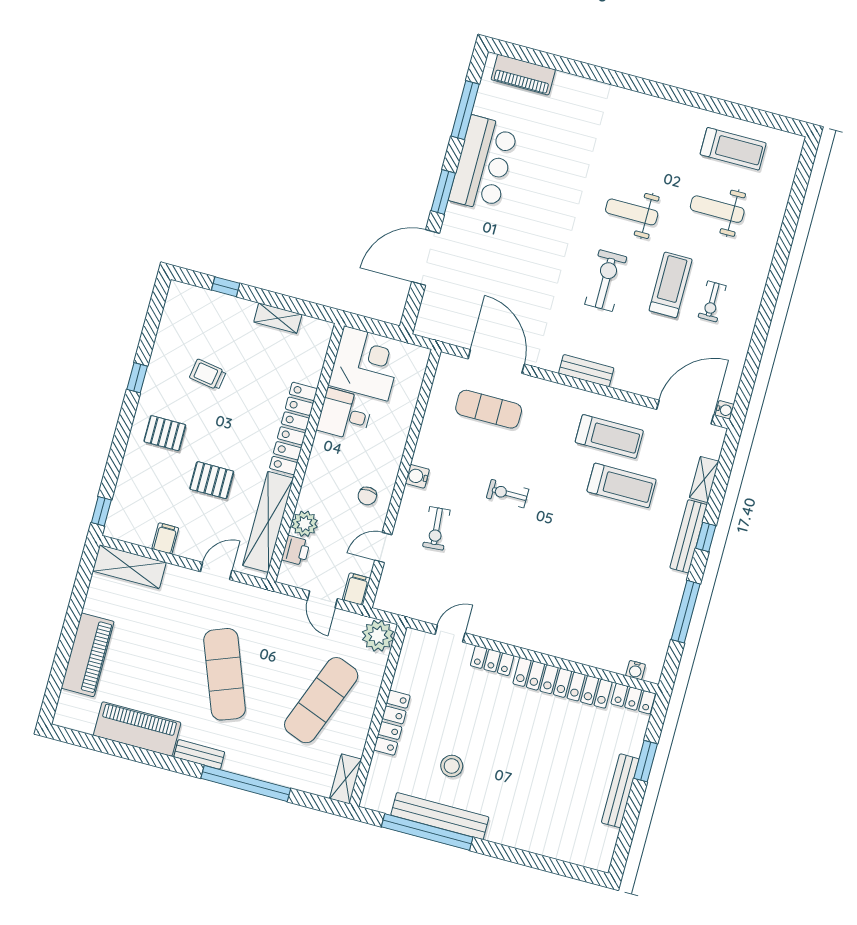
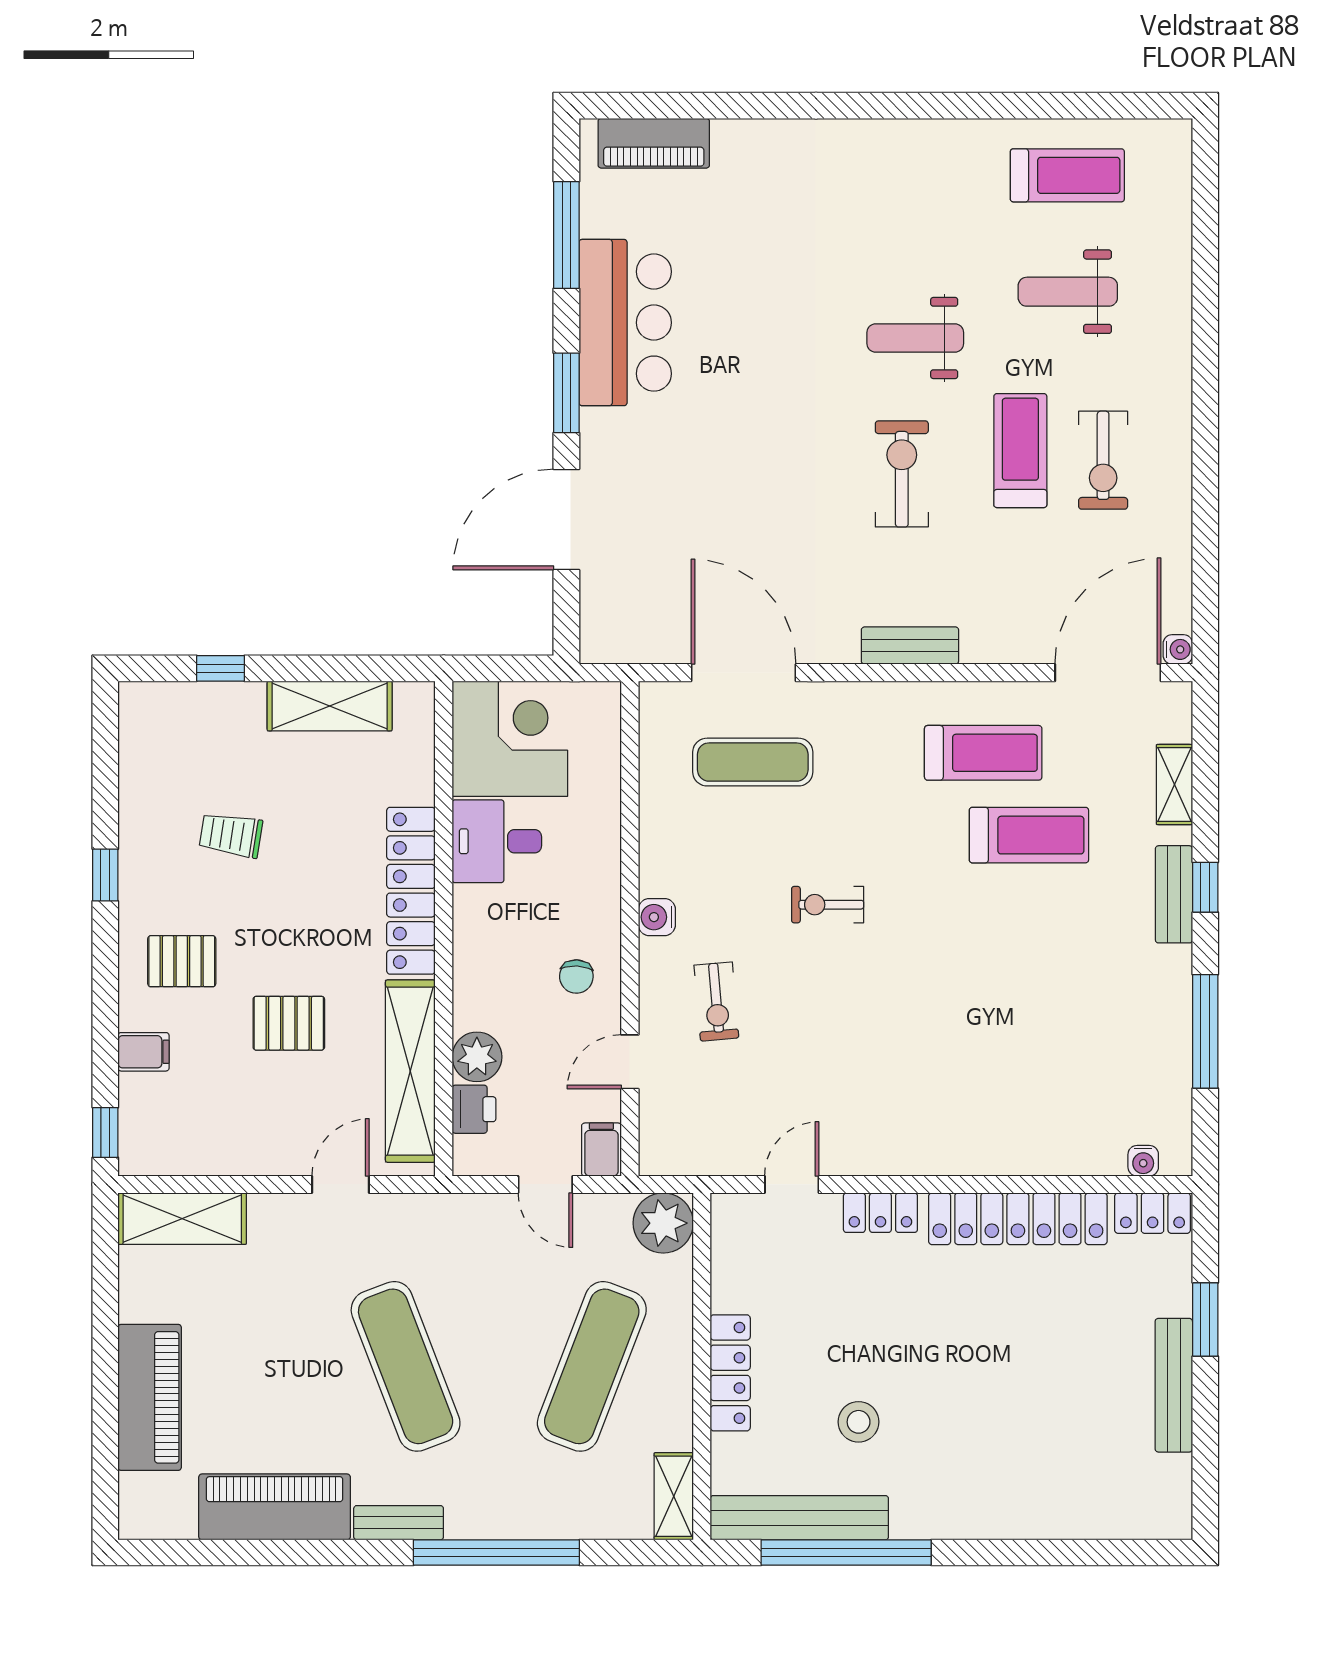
exercise bike: (712, 301) -> (1103, 460), width x1.38, depth x1.39
shelving: (278, 318) -> (330, 706), width x1.50, depth x1.33
bench: (689, 536) -> (1174, 894), width x0.73
filing cabinet: (165, 538) -> (144, 1052), moved, turned 90
bench: (440, 816) -> (799, 1518), moved

